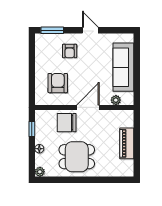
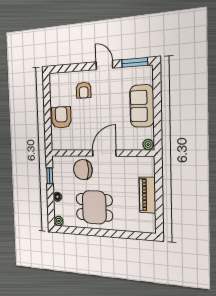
window: (52, 30) -> (135, 62), moved
sofa: (123, 67) -> (142, 106), width x0.73
armchair: (58, 83) -> (61, 117), moved
plant: (116, 100) -> (148, 145), moved

